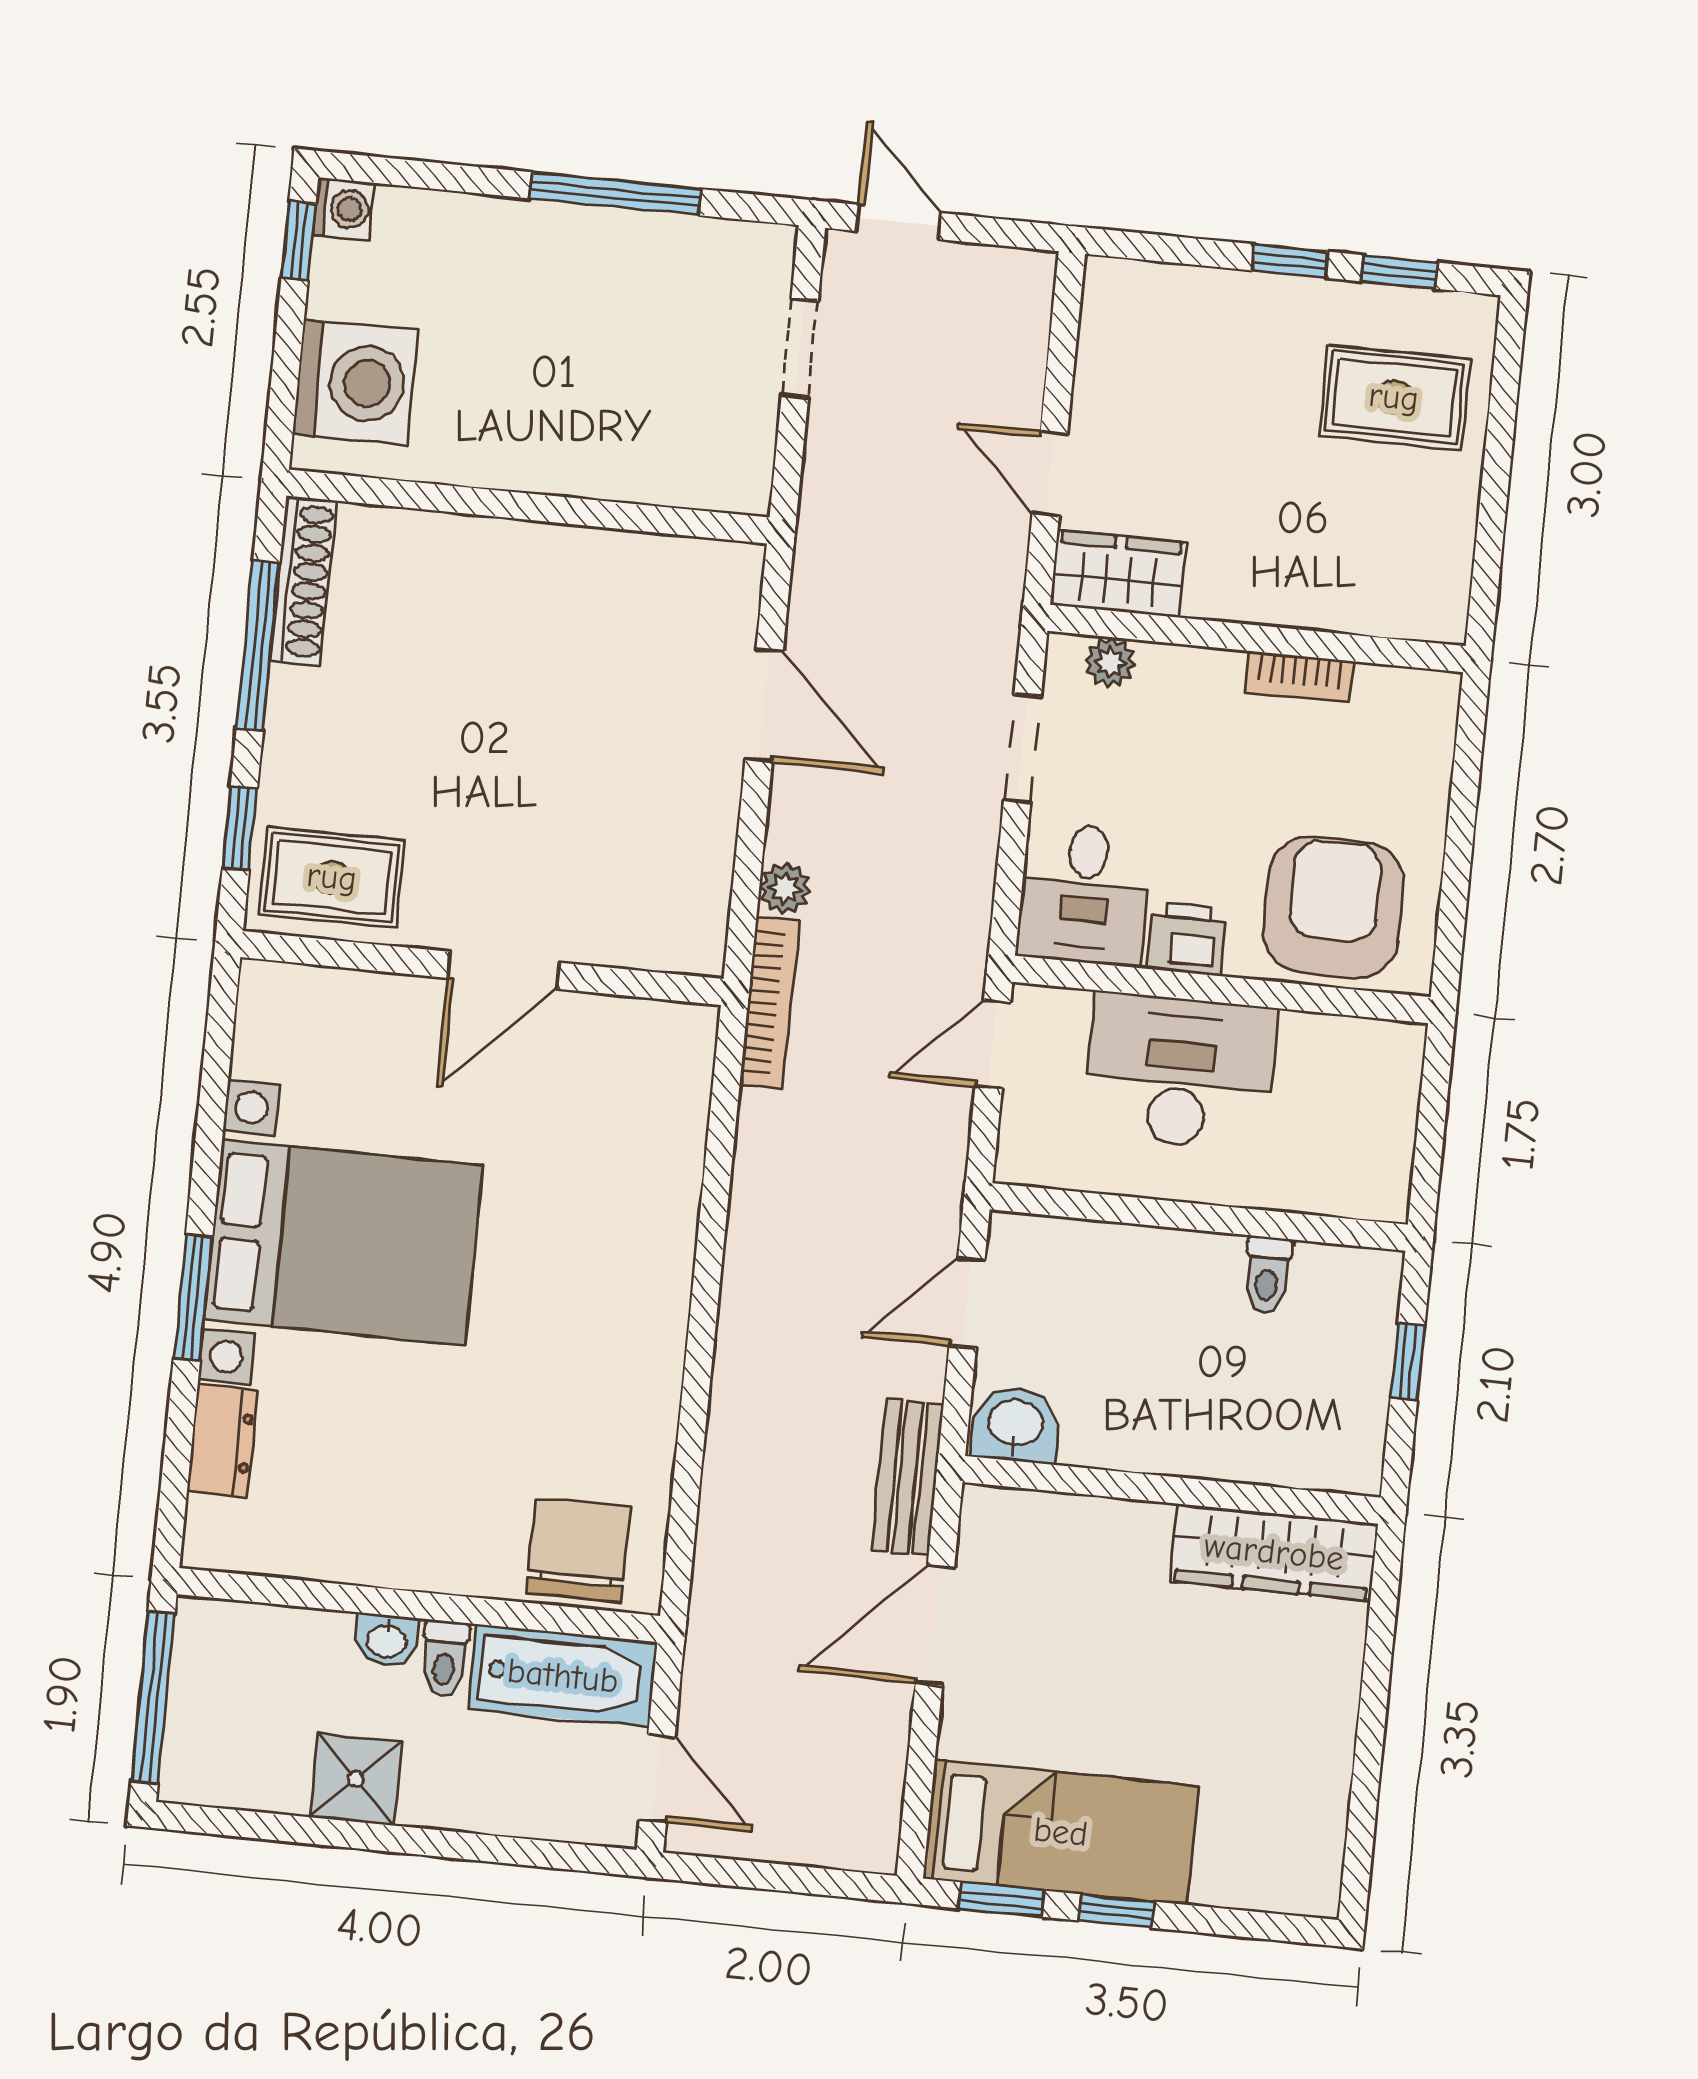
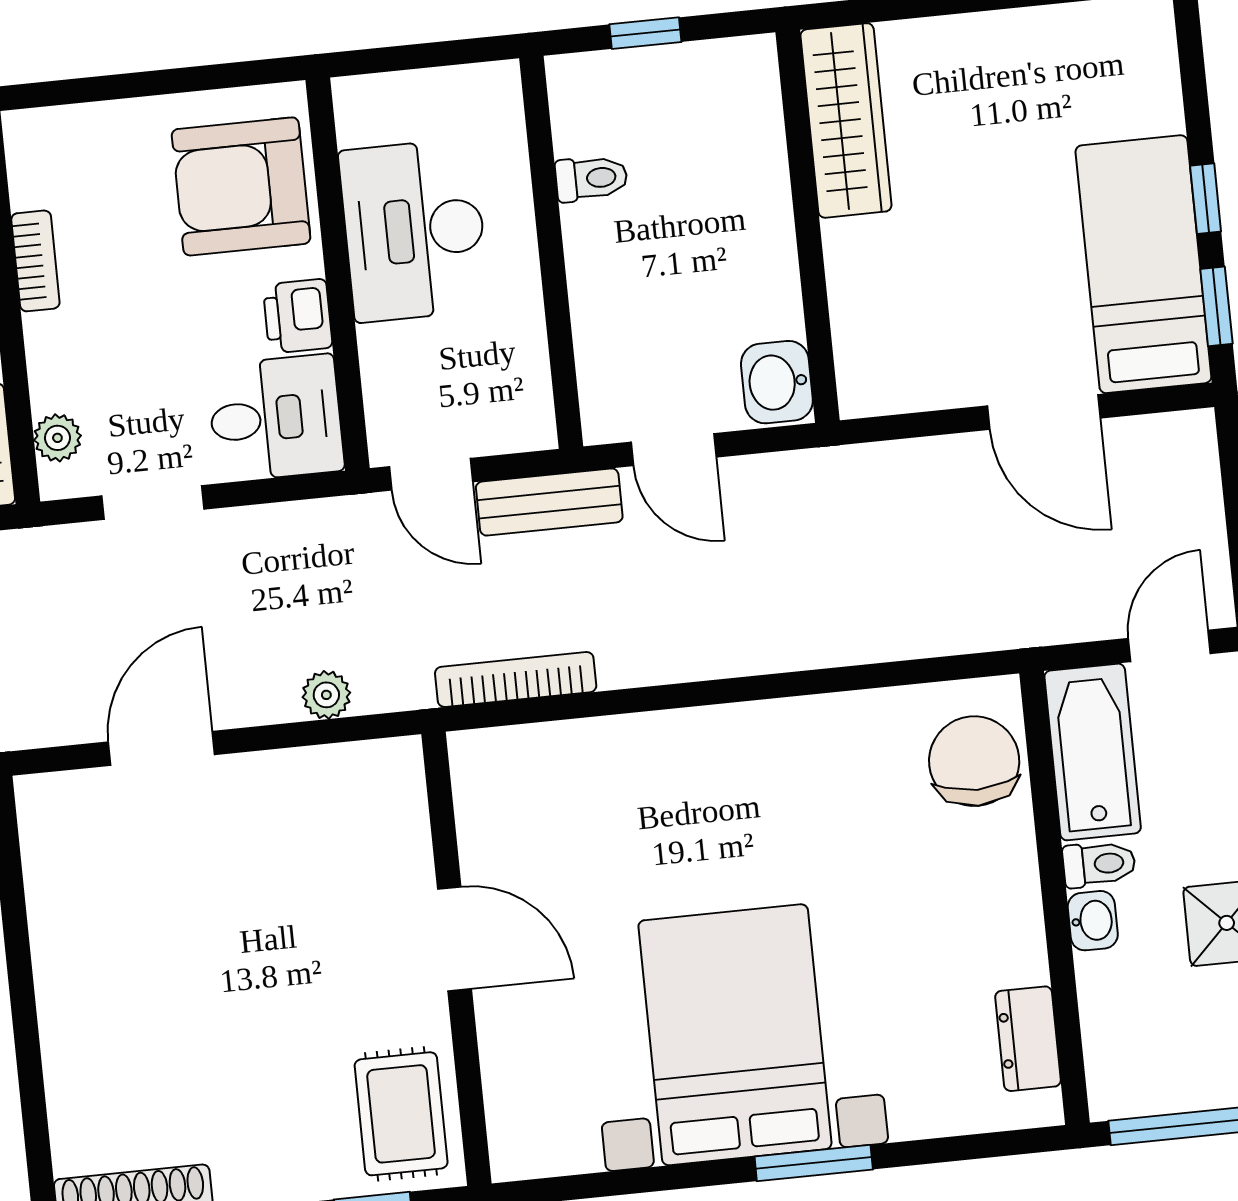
bookcase: (769, 1003) -> (516, 680), moved
desk: (1180, 1072) -> (414, 230), moved
dresser: (222, 1441) -> (1028, 1039), moved, turned -90
bench: (907, 1477) -> (549, 502), moved
chair: (578, 1550) -> (974, 761), turned 90
door: (935, 1625) -> (1044, 412), moved

